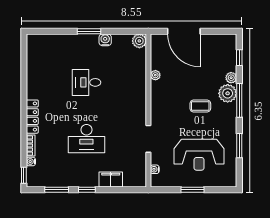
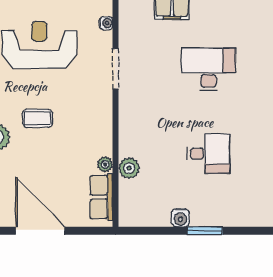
door: (184, 31) -> (40, 231), moved
plant: (139, 41) -> (129, 168), moved
row of seats: (158, 54) -> (101, 197), added

